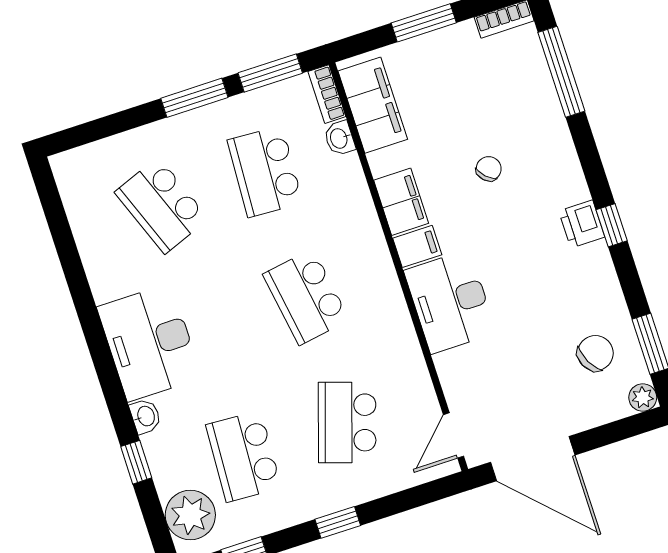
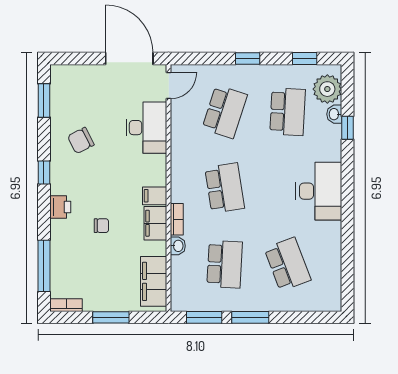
bookcase: (327, 94) -> (177, 219), moved
washbasin: (339, 138) -> (178, 246), moved
chair: (489, 169) -> (101, 226), turned -135
printer: (582, 224) -> (60, 207), moved
desk: (450, 302) -> (146, 128), moved
chair: (595, 353) -> (81, 141), moved
plant: (643, 397) -> (58, 72), removed
washbasin: (145, 416) -> (334, 114), moved

